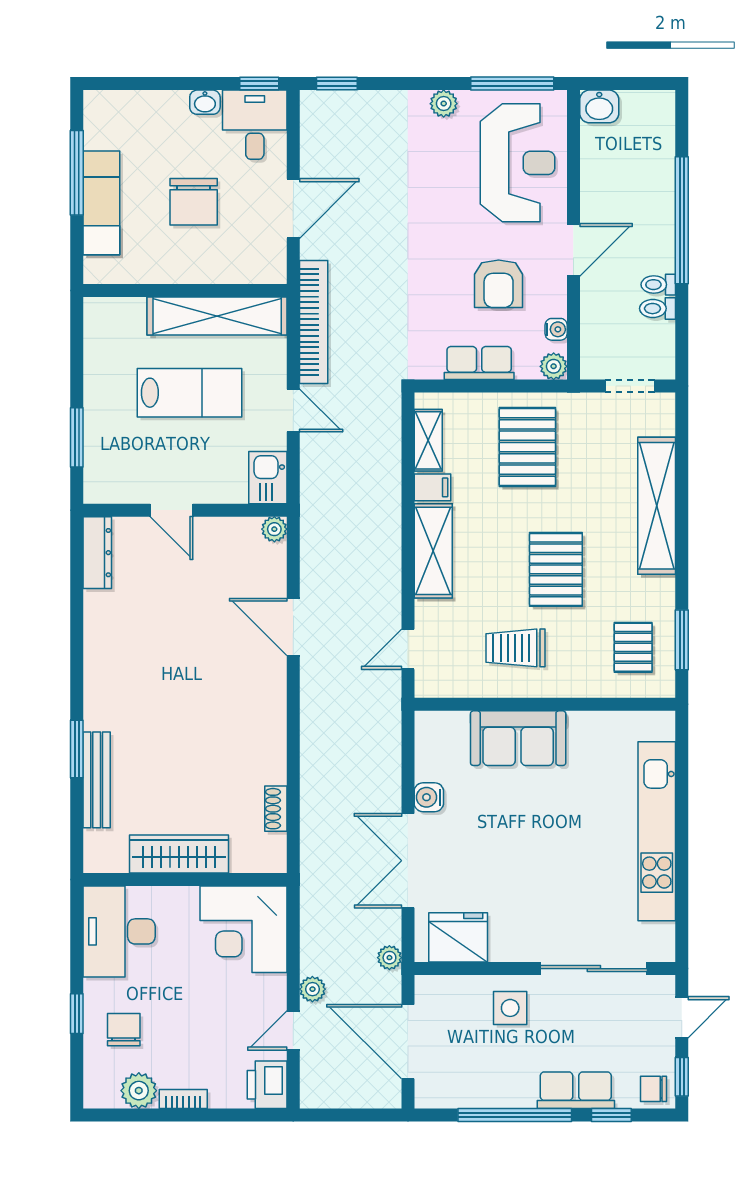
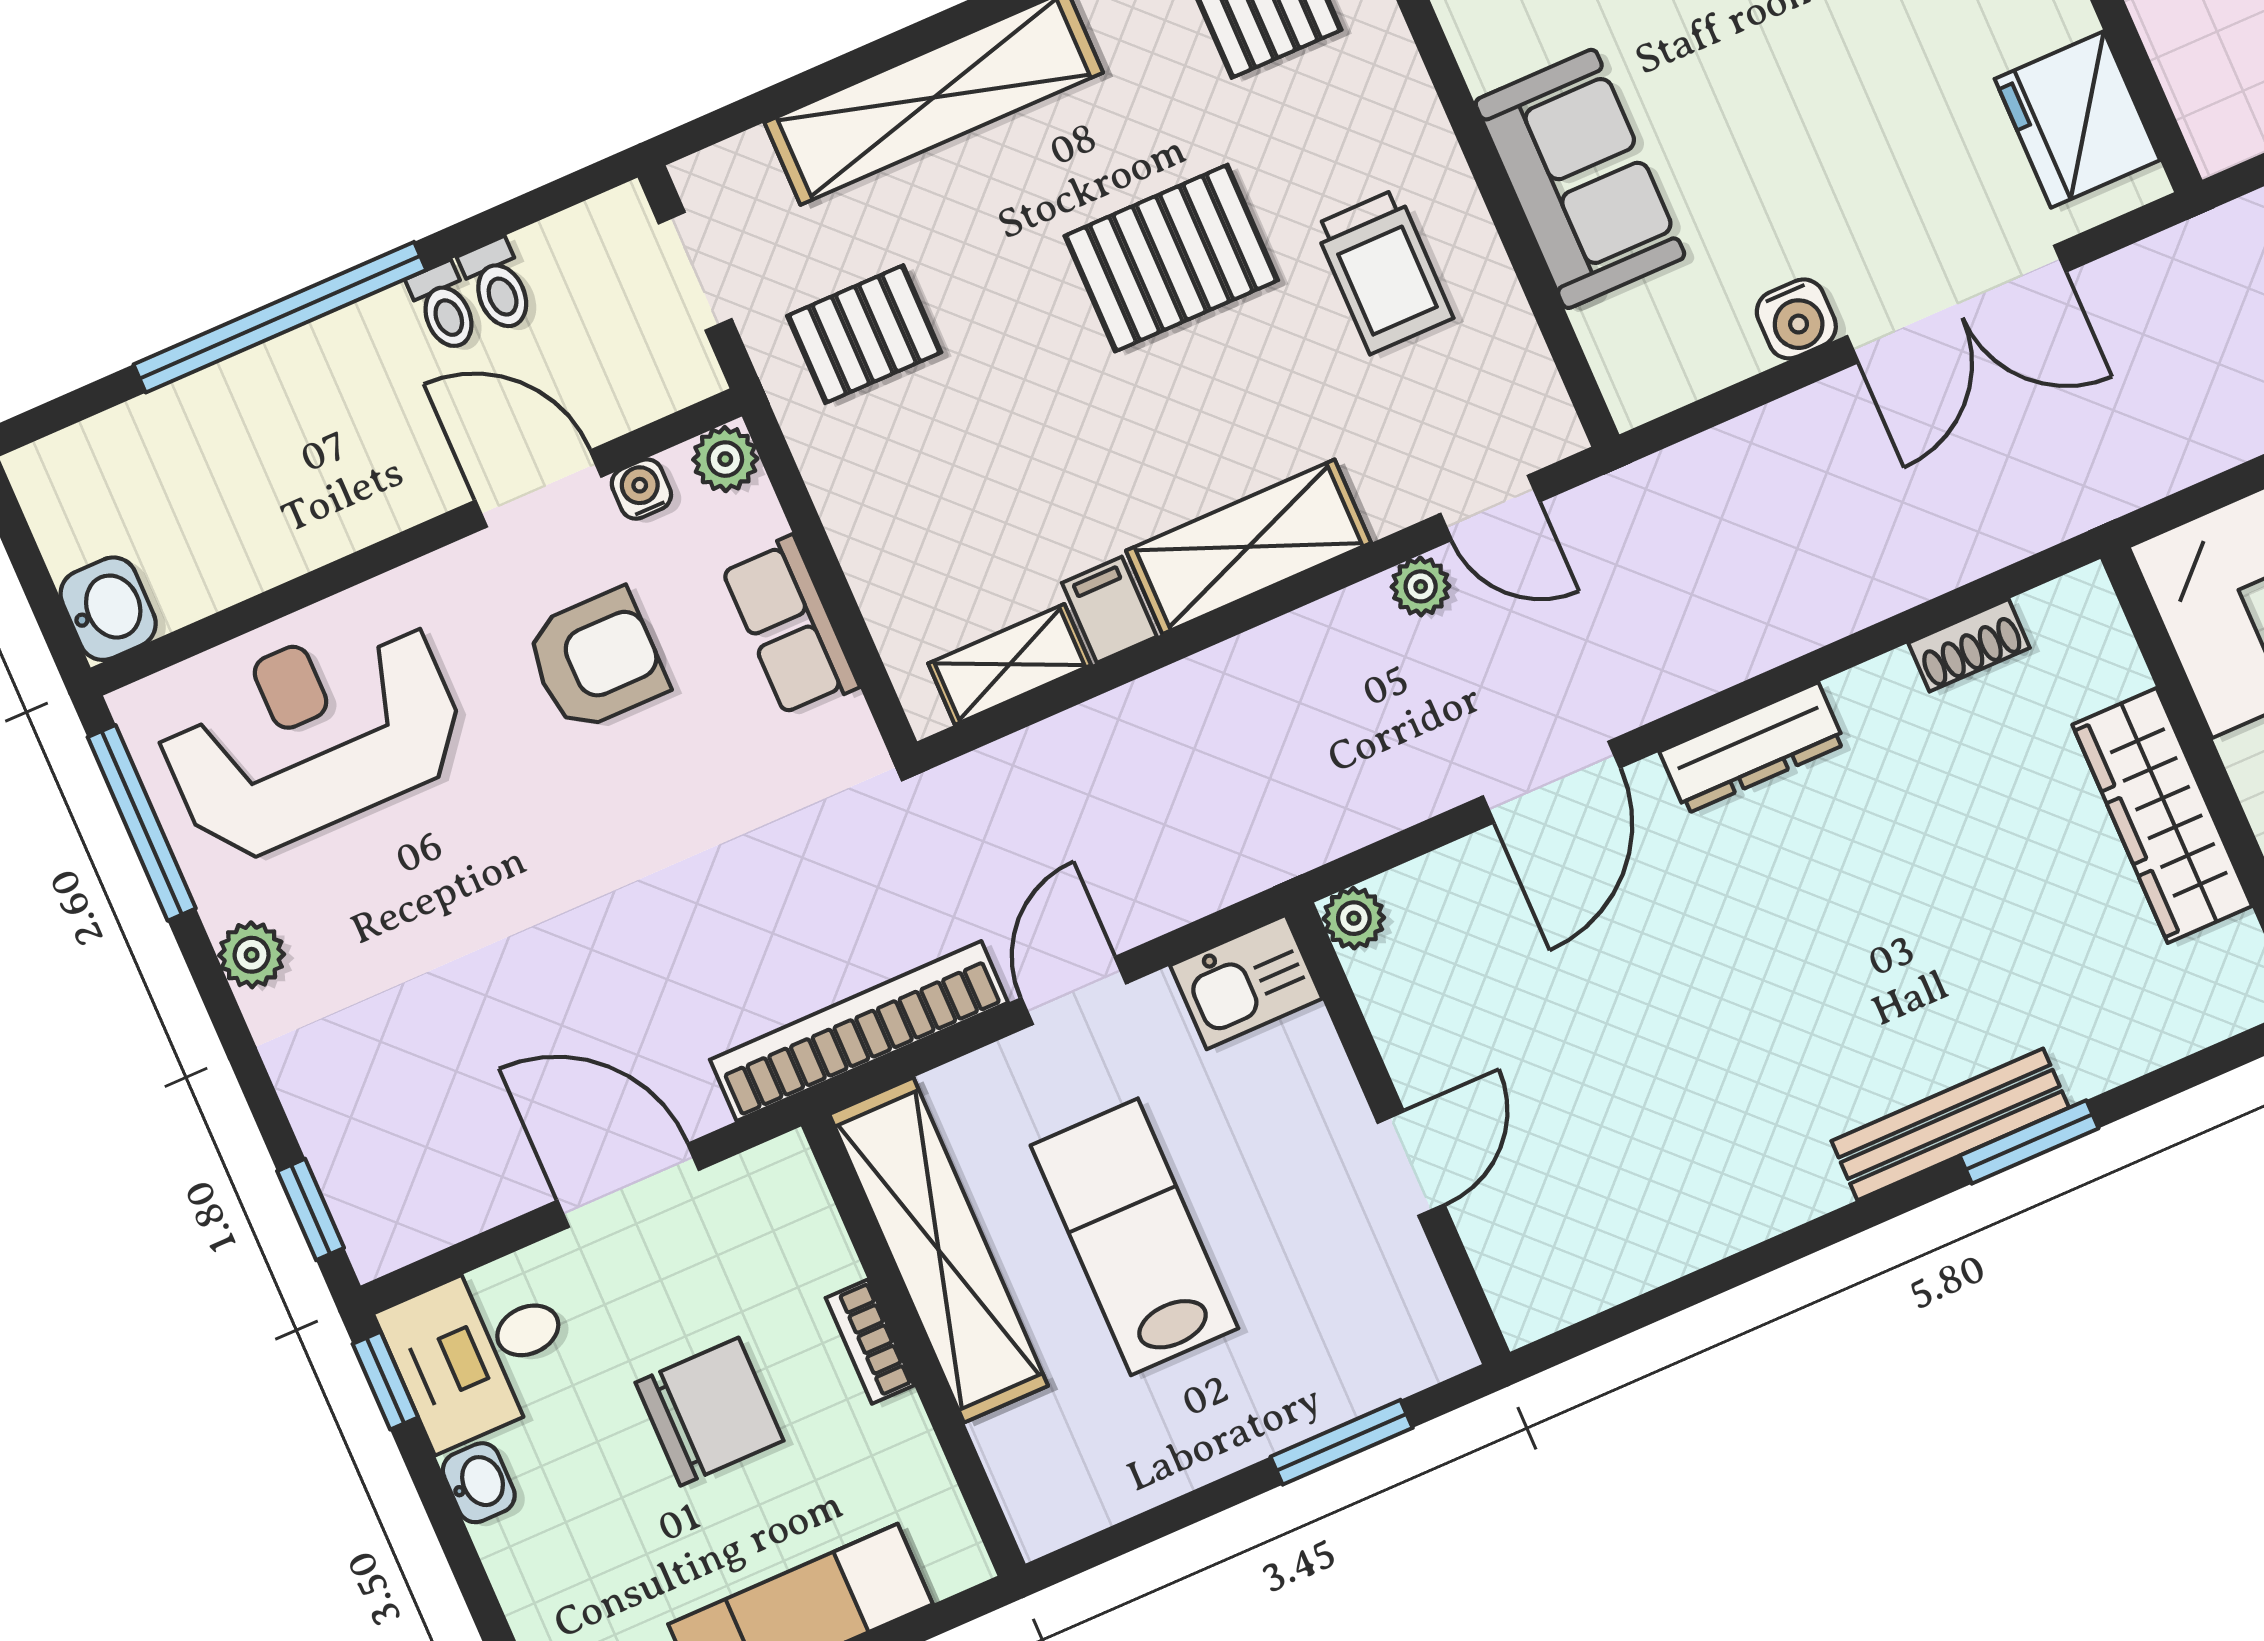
door: (573, 250) -> (538, 489), moved
bookcase: (194, 275) -> (870, 1342), added
pallet: (527, 447) -> (864, 334), moved, width x0.67, depth x0.71
dresser: (97, 553) -> (1752, 748), moved, turned 180
bench: (97, 780) -> (1950, 1124), moved
plant: (389, 958) -> (1421, 586), moved

